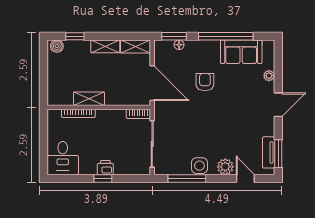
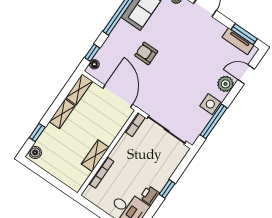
window: (174, 36) -> (92, 53), width x0.67
floor lamp: (179, 45) -> (94, 64), moved
door: (152, 83) -> (118, 96), hinge flipped
printer: (105, 168) -> (150, 195), moved

